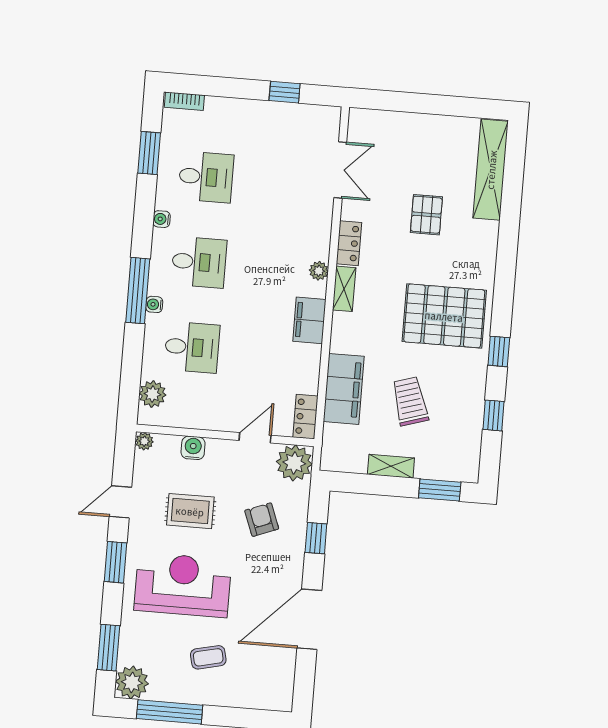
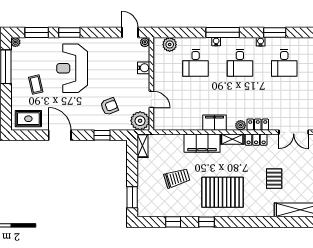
window: (149, 153) -> (275, 32), moved
pallet: (426, 215) -> (274, 179), turned 90
pallet: (444, 316) -> (223, 192), turned 90
filing cabinet: (344, 389) -> (202, 143), moved
locker: (305, 417) -> (258, 125), moved
shelving: (391, 466) -> (142, 146), moved
door: (120, 502) -> (130, 32), moved
rug: (190, 511) -> (28, 119), moved, turned 90
window: (115, 562) -> (69, 32), moved
reception desk: (183, 585) -> (72, 68), turned 180
door: (309, 619) -> (60, 135), width x0.73
plant: (132, 682) -> (15, 42), width x0.53, depth x0.53

